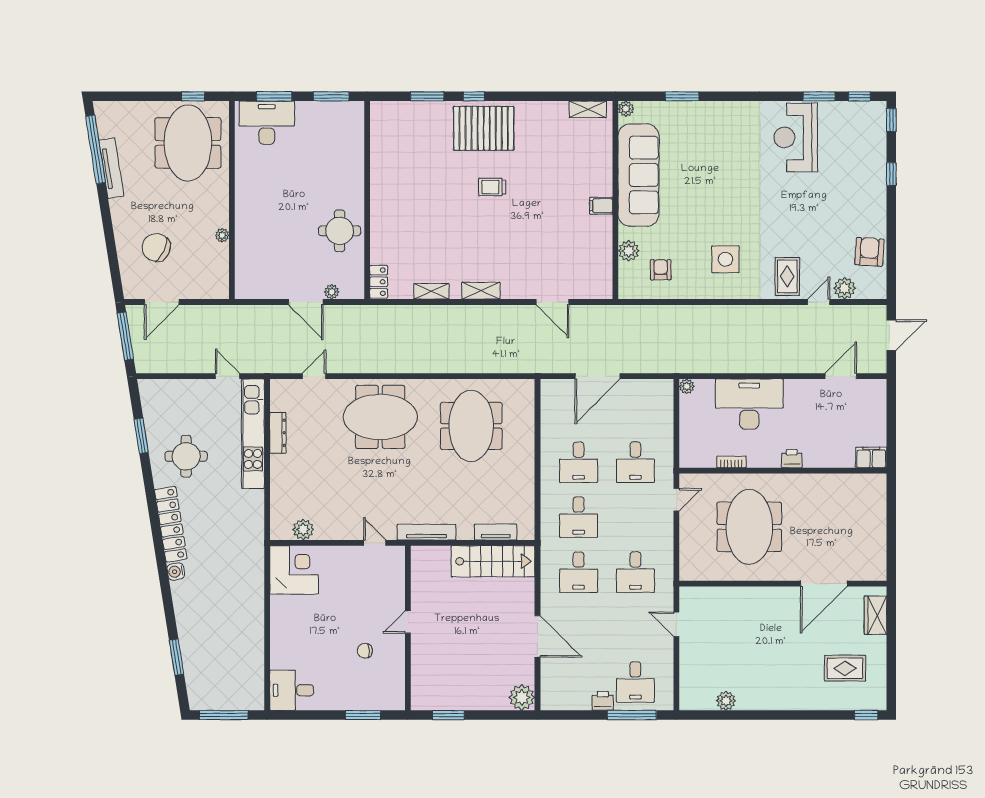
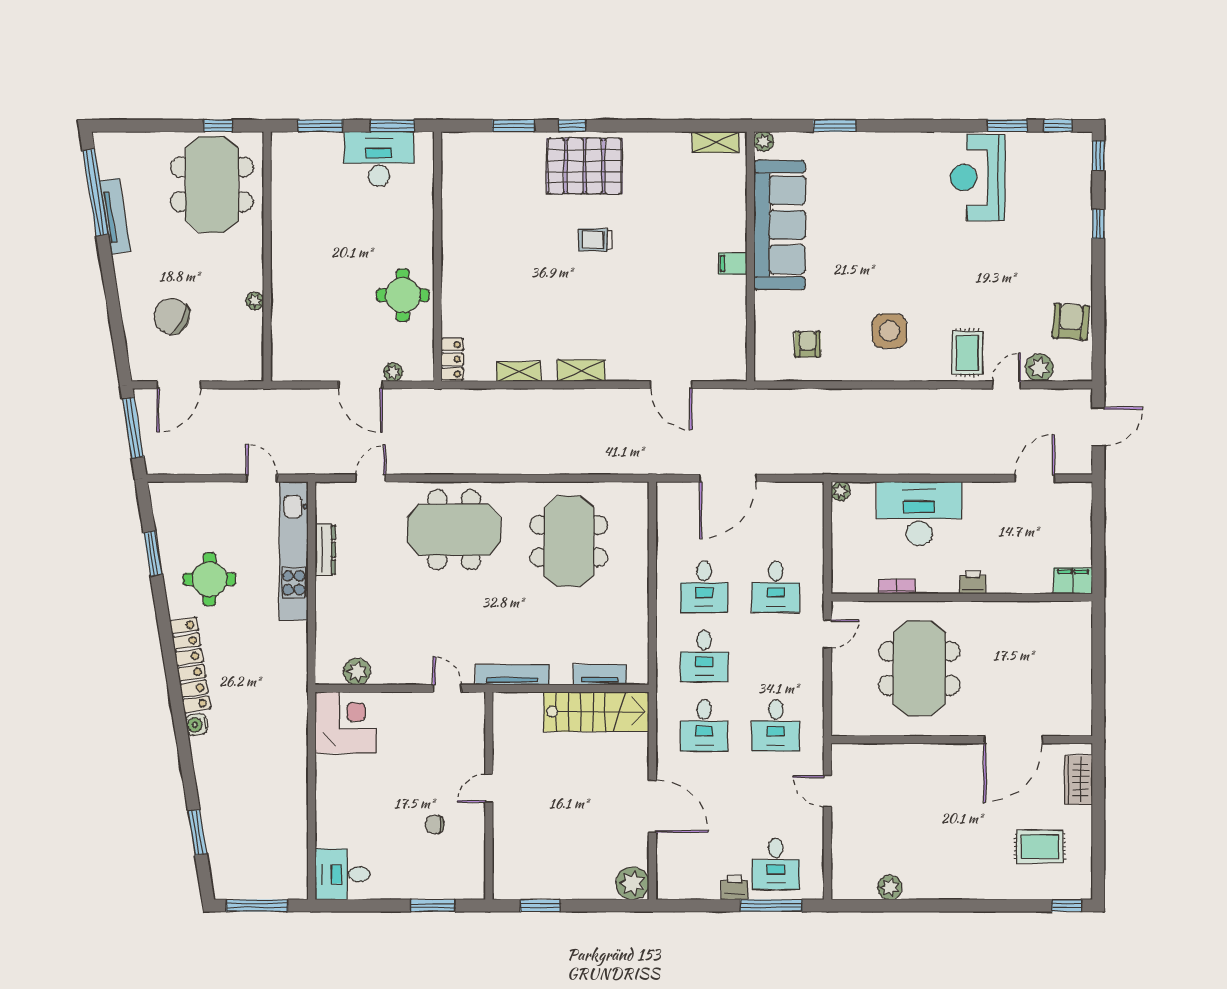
desk: (267, 123) -> (379, 159), moved
plant: (629, 251) -> (767, 320), removed

